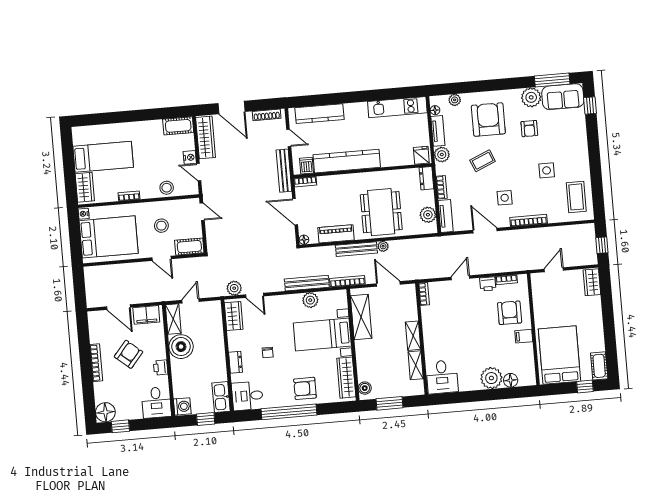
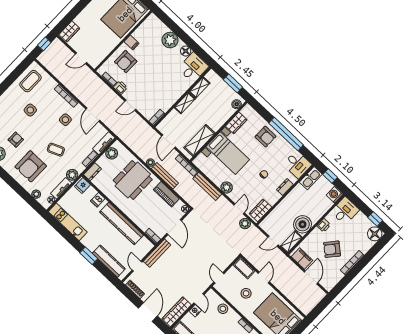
window: (343, 98) -> (89, 256), added
dishwasher: (307, 166) -> (98, 200), moved
plant: (310, 300) -> (227, 187), moved
wardrobe: (346, 378) -> (236, 123), width x0.67
floor lamp: (511, 380) -> (186, 51), moved

